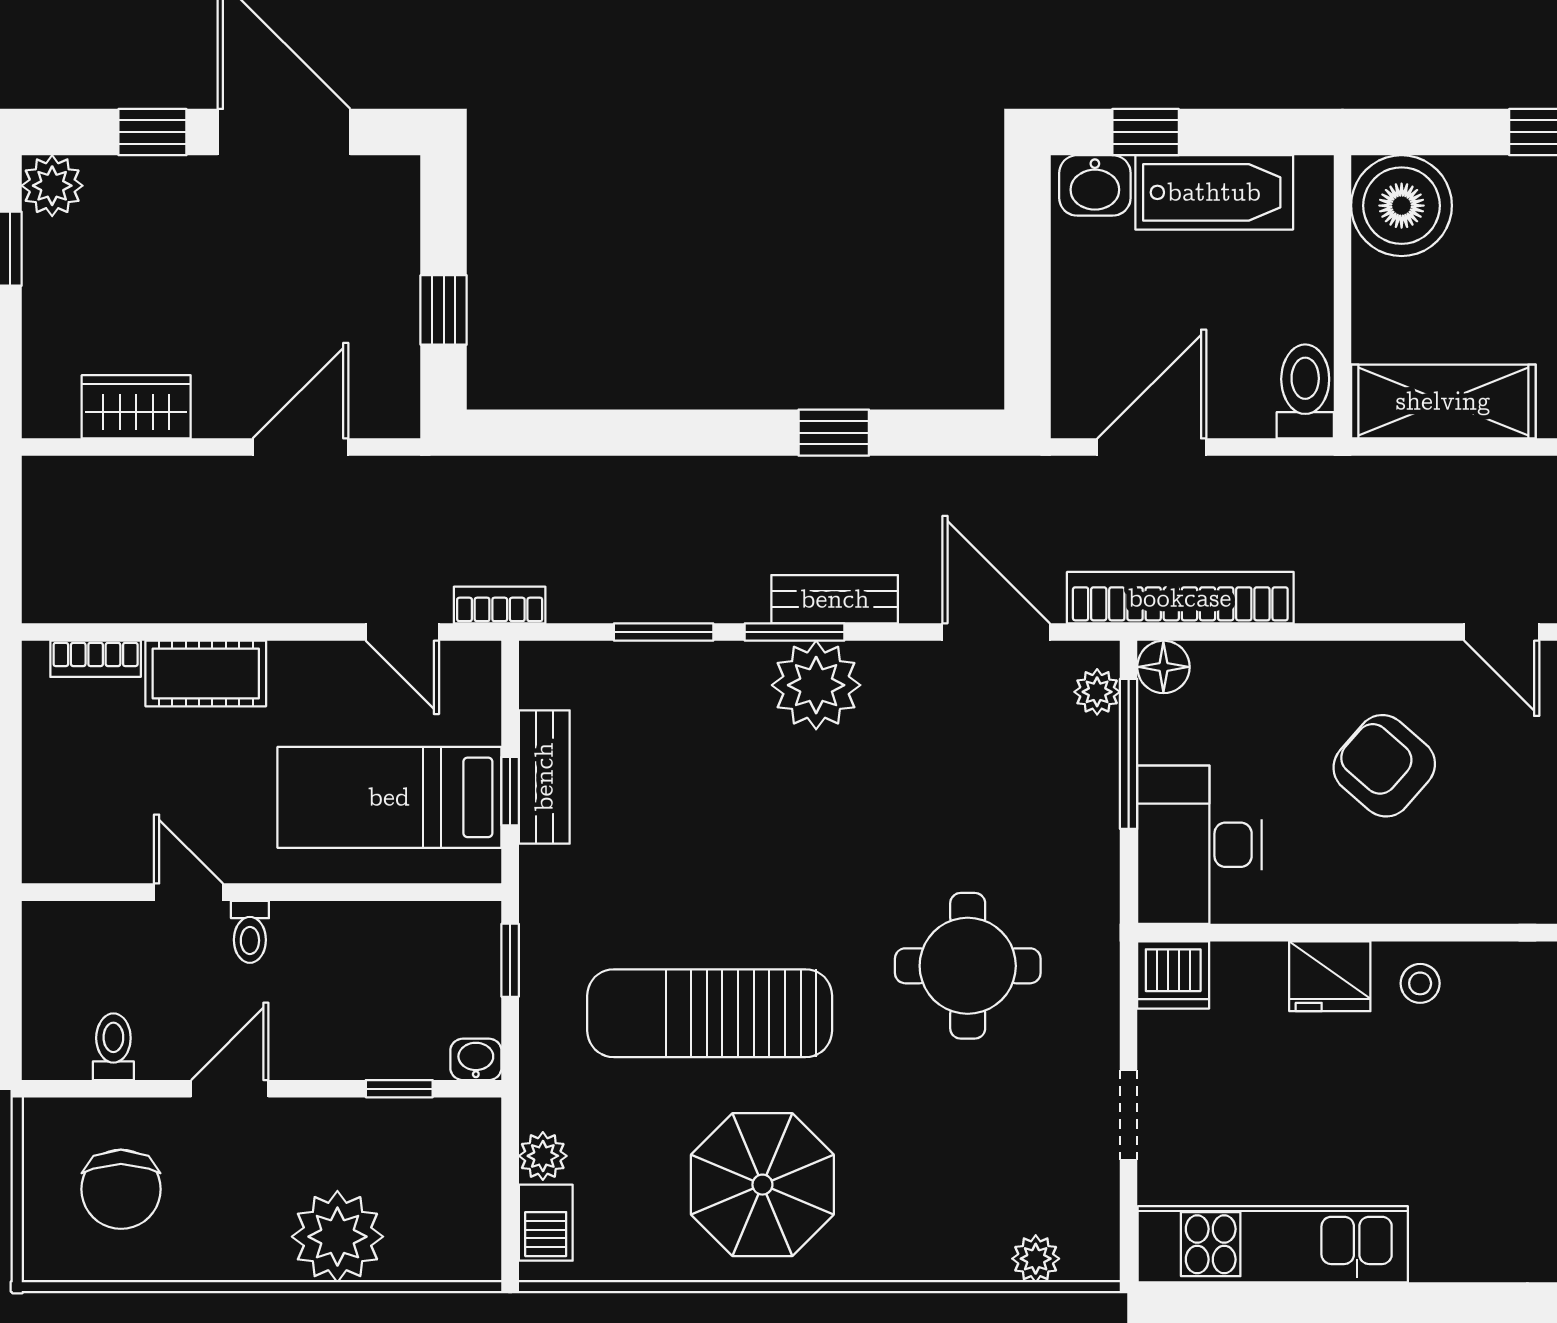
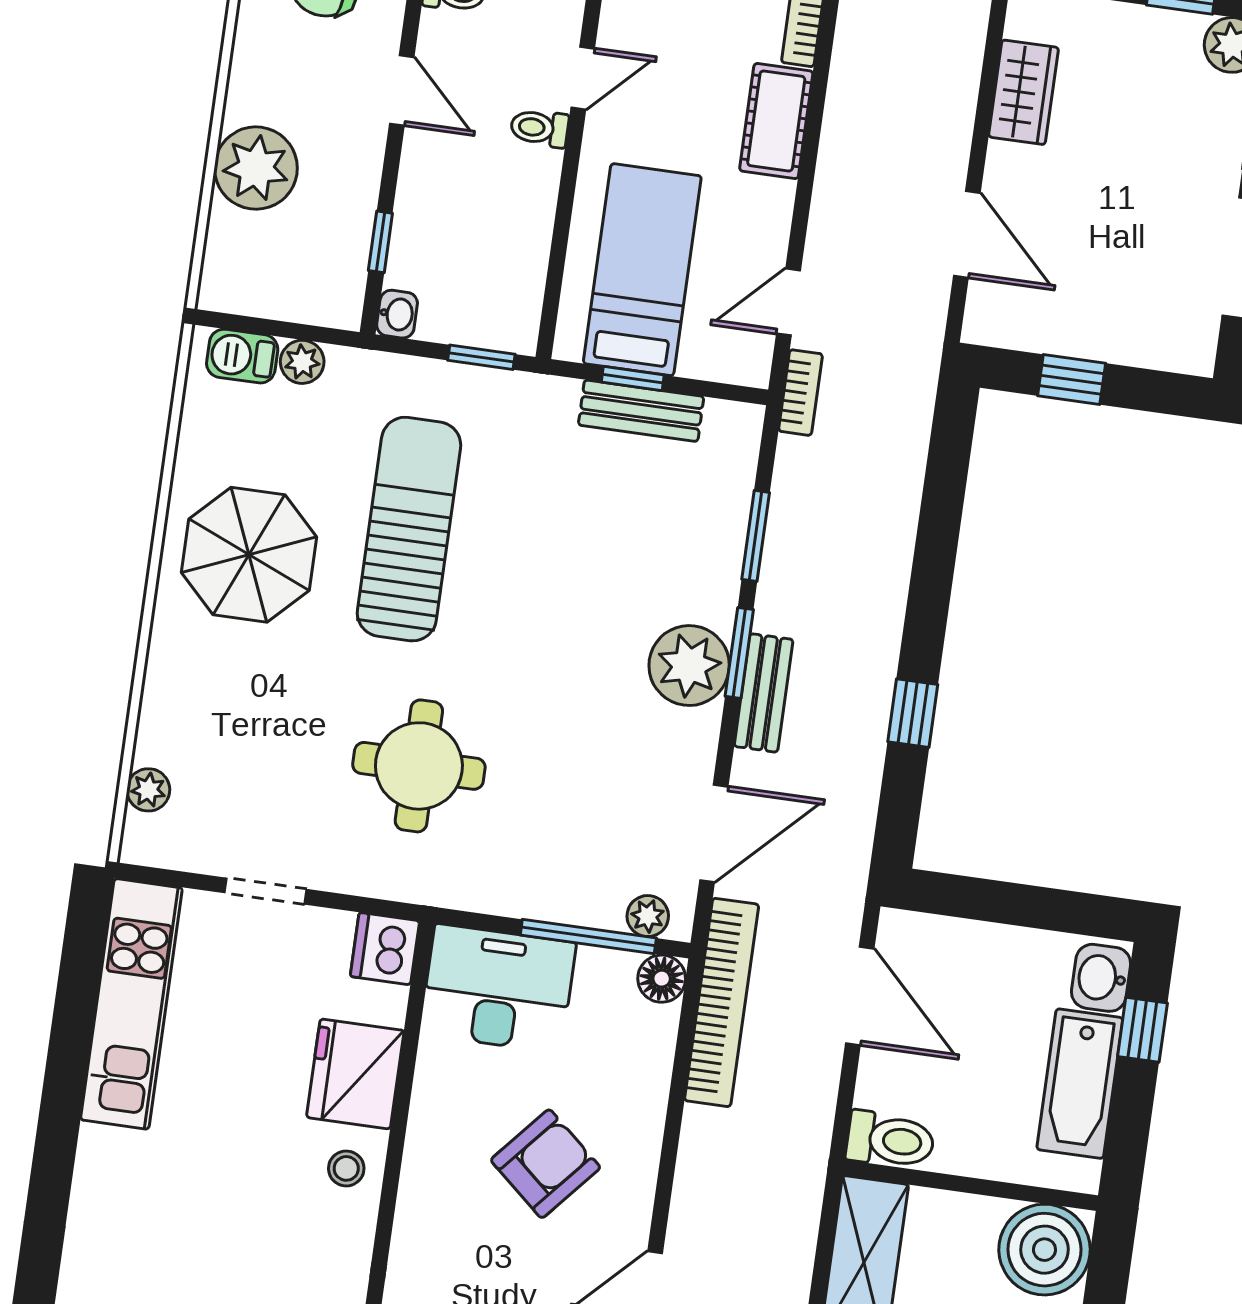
fridge: (1330, 976) -> (355, 1074), width x1.36, depth x1.34

